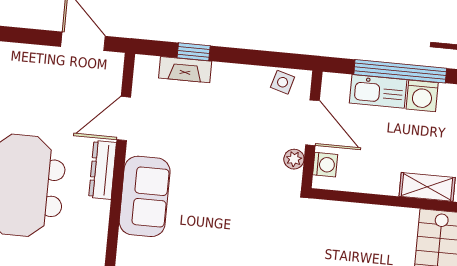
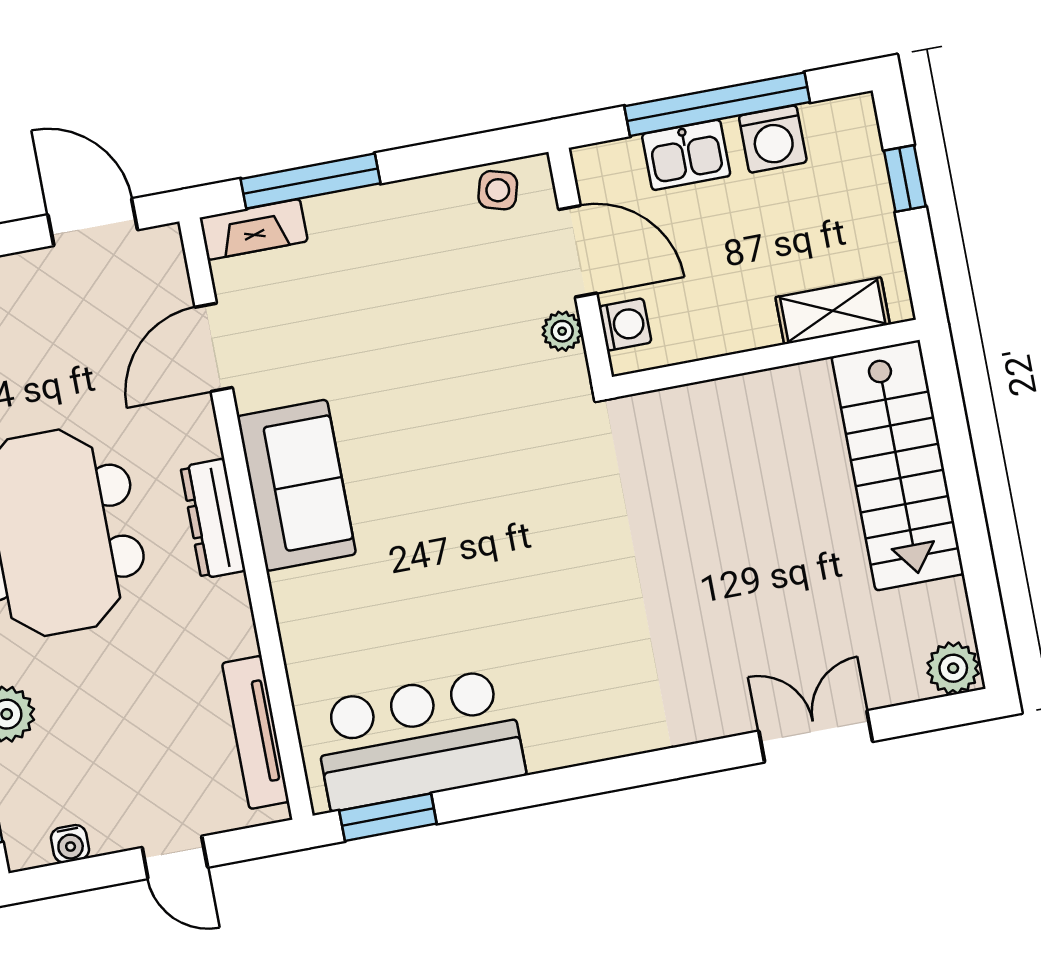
window: (194, 52) -> (311, 181), width x2.17
fireplace: (185, 70) -> (254, 229), moved
kitchen sink: (378, 91) -> (686, 155), width x0.73
dresser: (103, 170) -> (213, 519), moved

